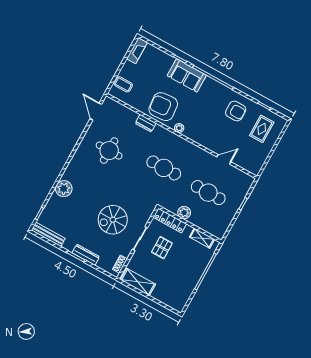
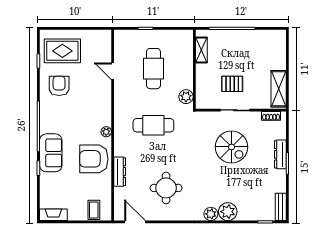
armchair: (163, 107) -> (94, 159), turned 95
door: (96, 111) -> (135, 222), swing flipped
dresser: (146, 123) -> (120, 172), width x1.44
rug: (262, 129) -> (62, 51), width x1.36, depth x1.43
cafe table: (164, 168) -> (153, 125), turned 90
plant: (69, 174) -> (211, 214), added
plant: (184, 213) -> (186, 97), moved
locker: (170, 221) -> (202, 91), removed
bench: (48, 234) -> (281, 207), width x0.73

